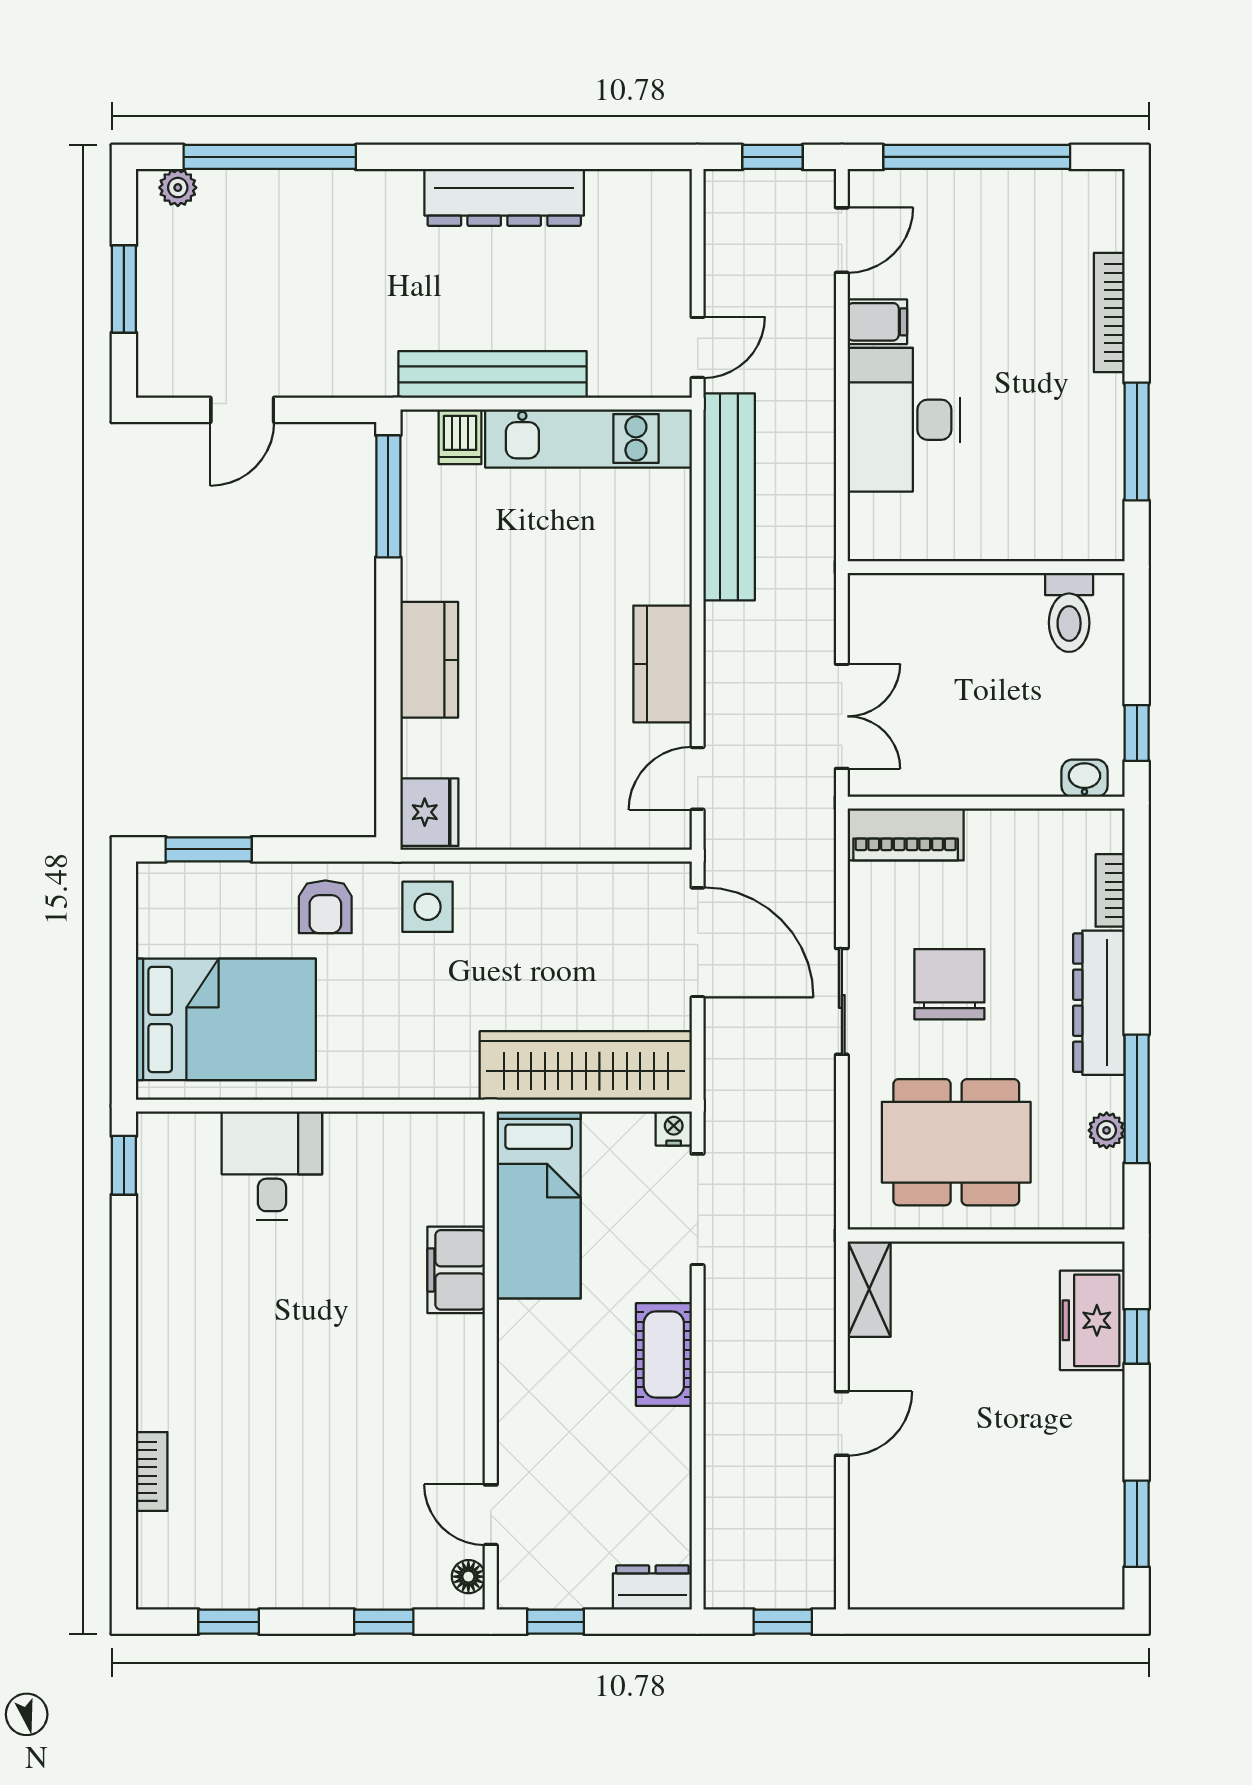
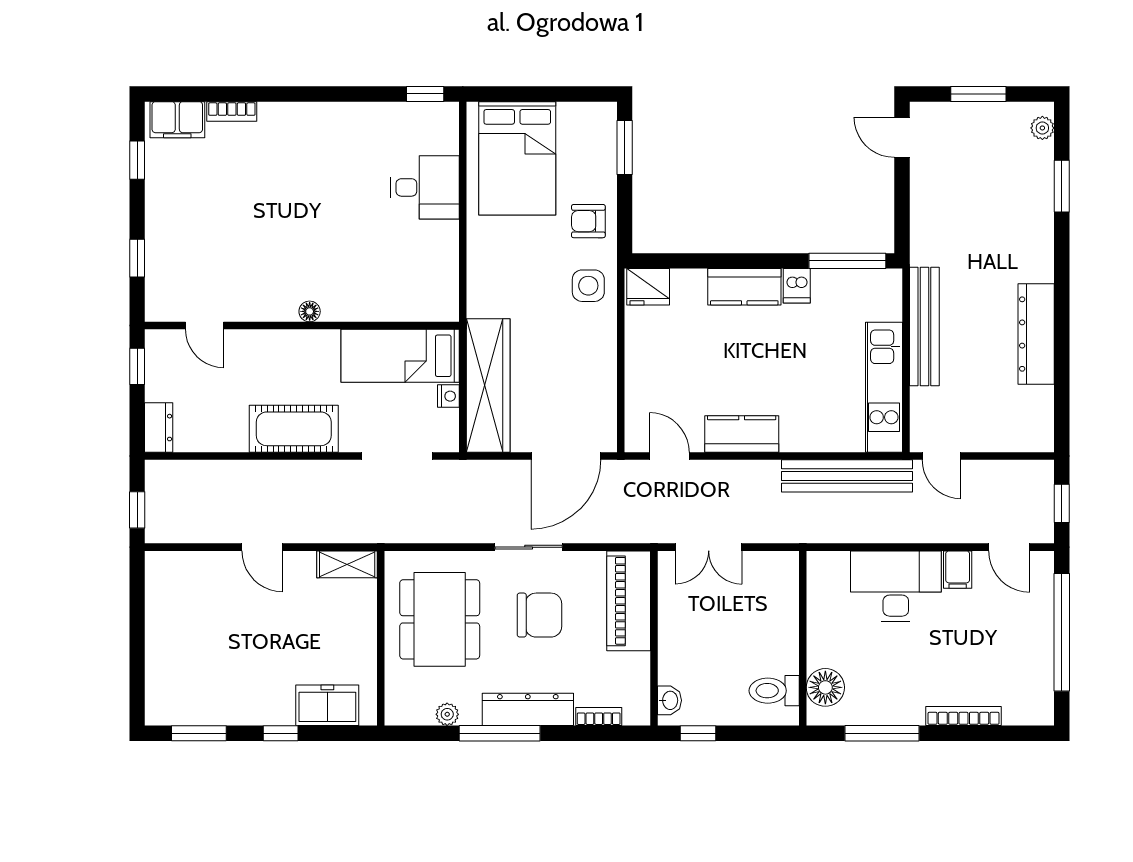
window: (270, 157) -> (1062, 186), width x0.47
door: (242, 410) -> (902, 137), moved
dishwasher: (460, 437) -> (797, 286), moved, turned -90
floor lamp: (1064, 531) -> (825, 687), added
piano: (906, 834) -> (629, 601), width x1.37, depth x1.33
window: (1137, 1099) -> (500, 733), moved
nightstand: (674, 1128) -> (448, 396), moved
filing cabinet: (456, 1270) -> (177, 120), moved, turned 180
window: (1137, 1336) -> (281, 733), moved
cot: (664, 1355) -> (294, 429), width x1.37, depth x1.34
door: (491, 1515) -> (205, 326), swing flipped
floor lamp: (468, 1577) -> (310, 311), moved

